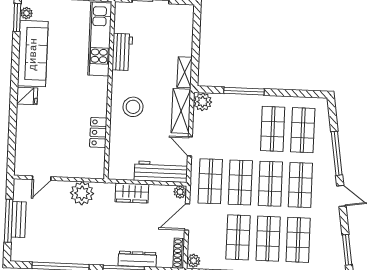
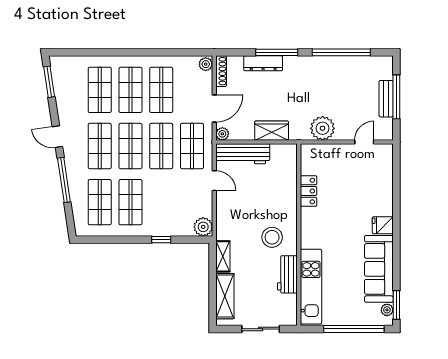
window: (244, 91) -> (161, 240), width x0.46
stool: (133, 107) -> (272, 237), moved
shelving: (181, 111) -> (225, 296), moved

